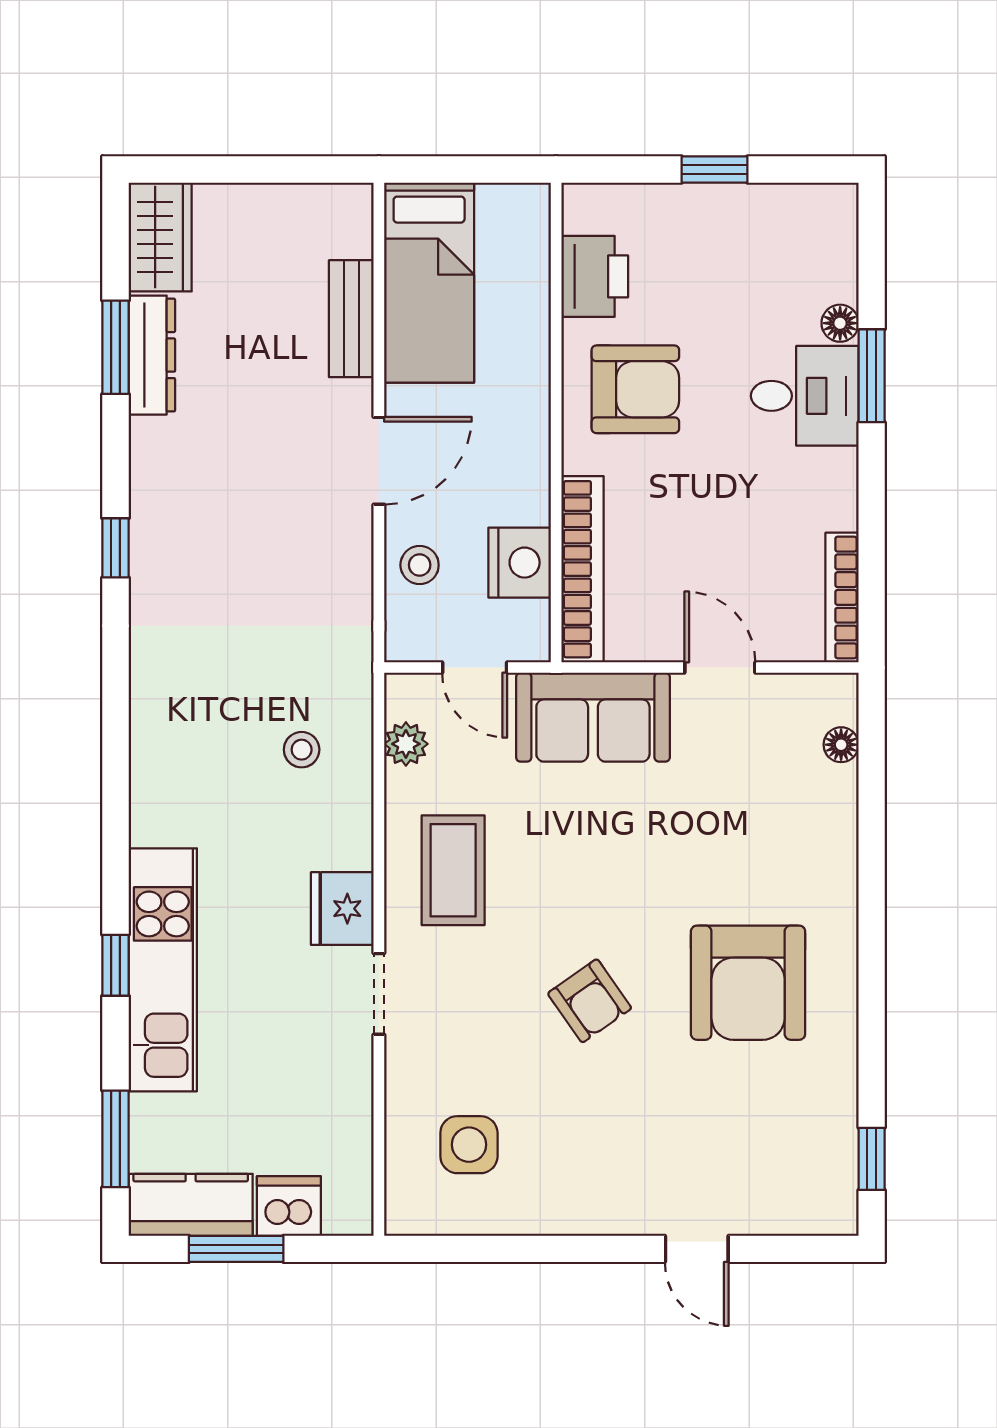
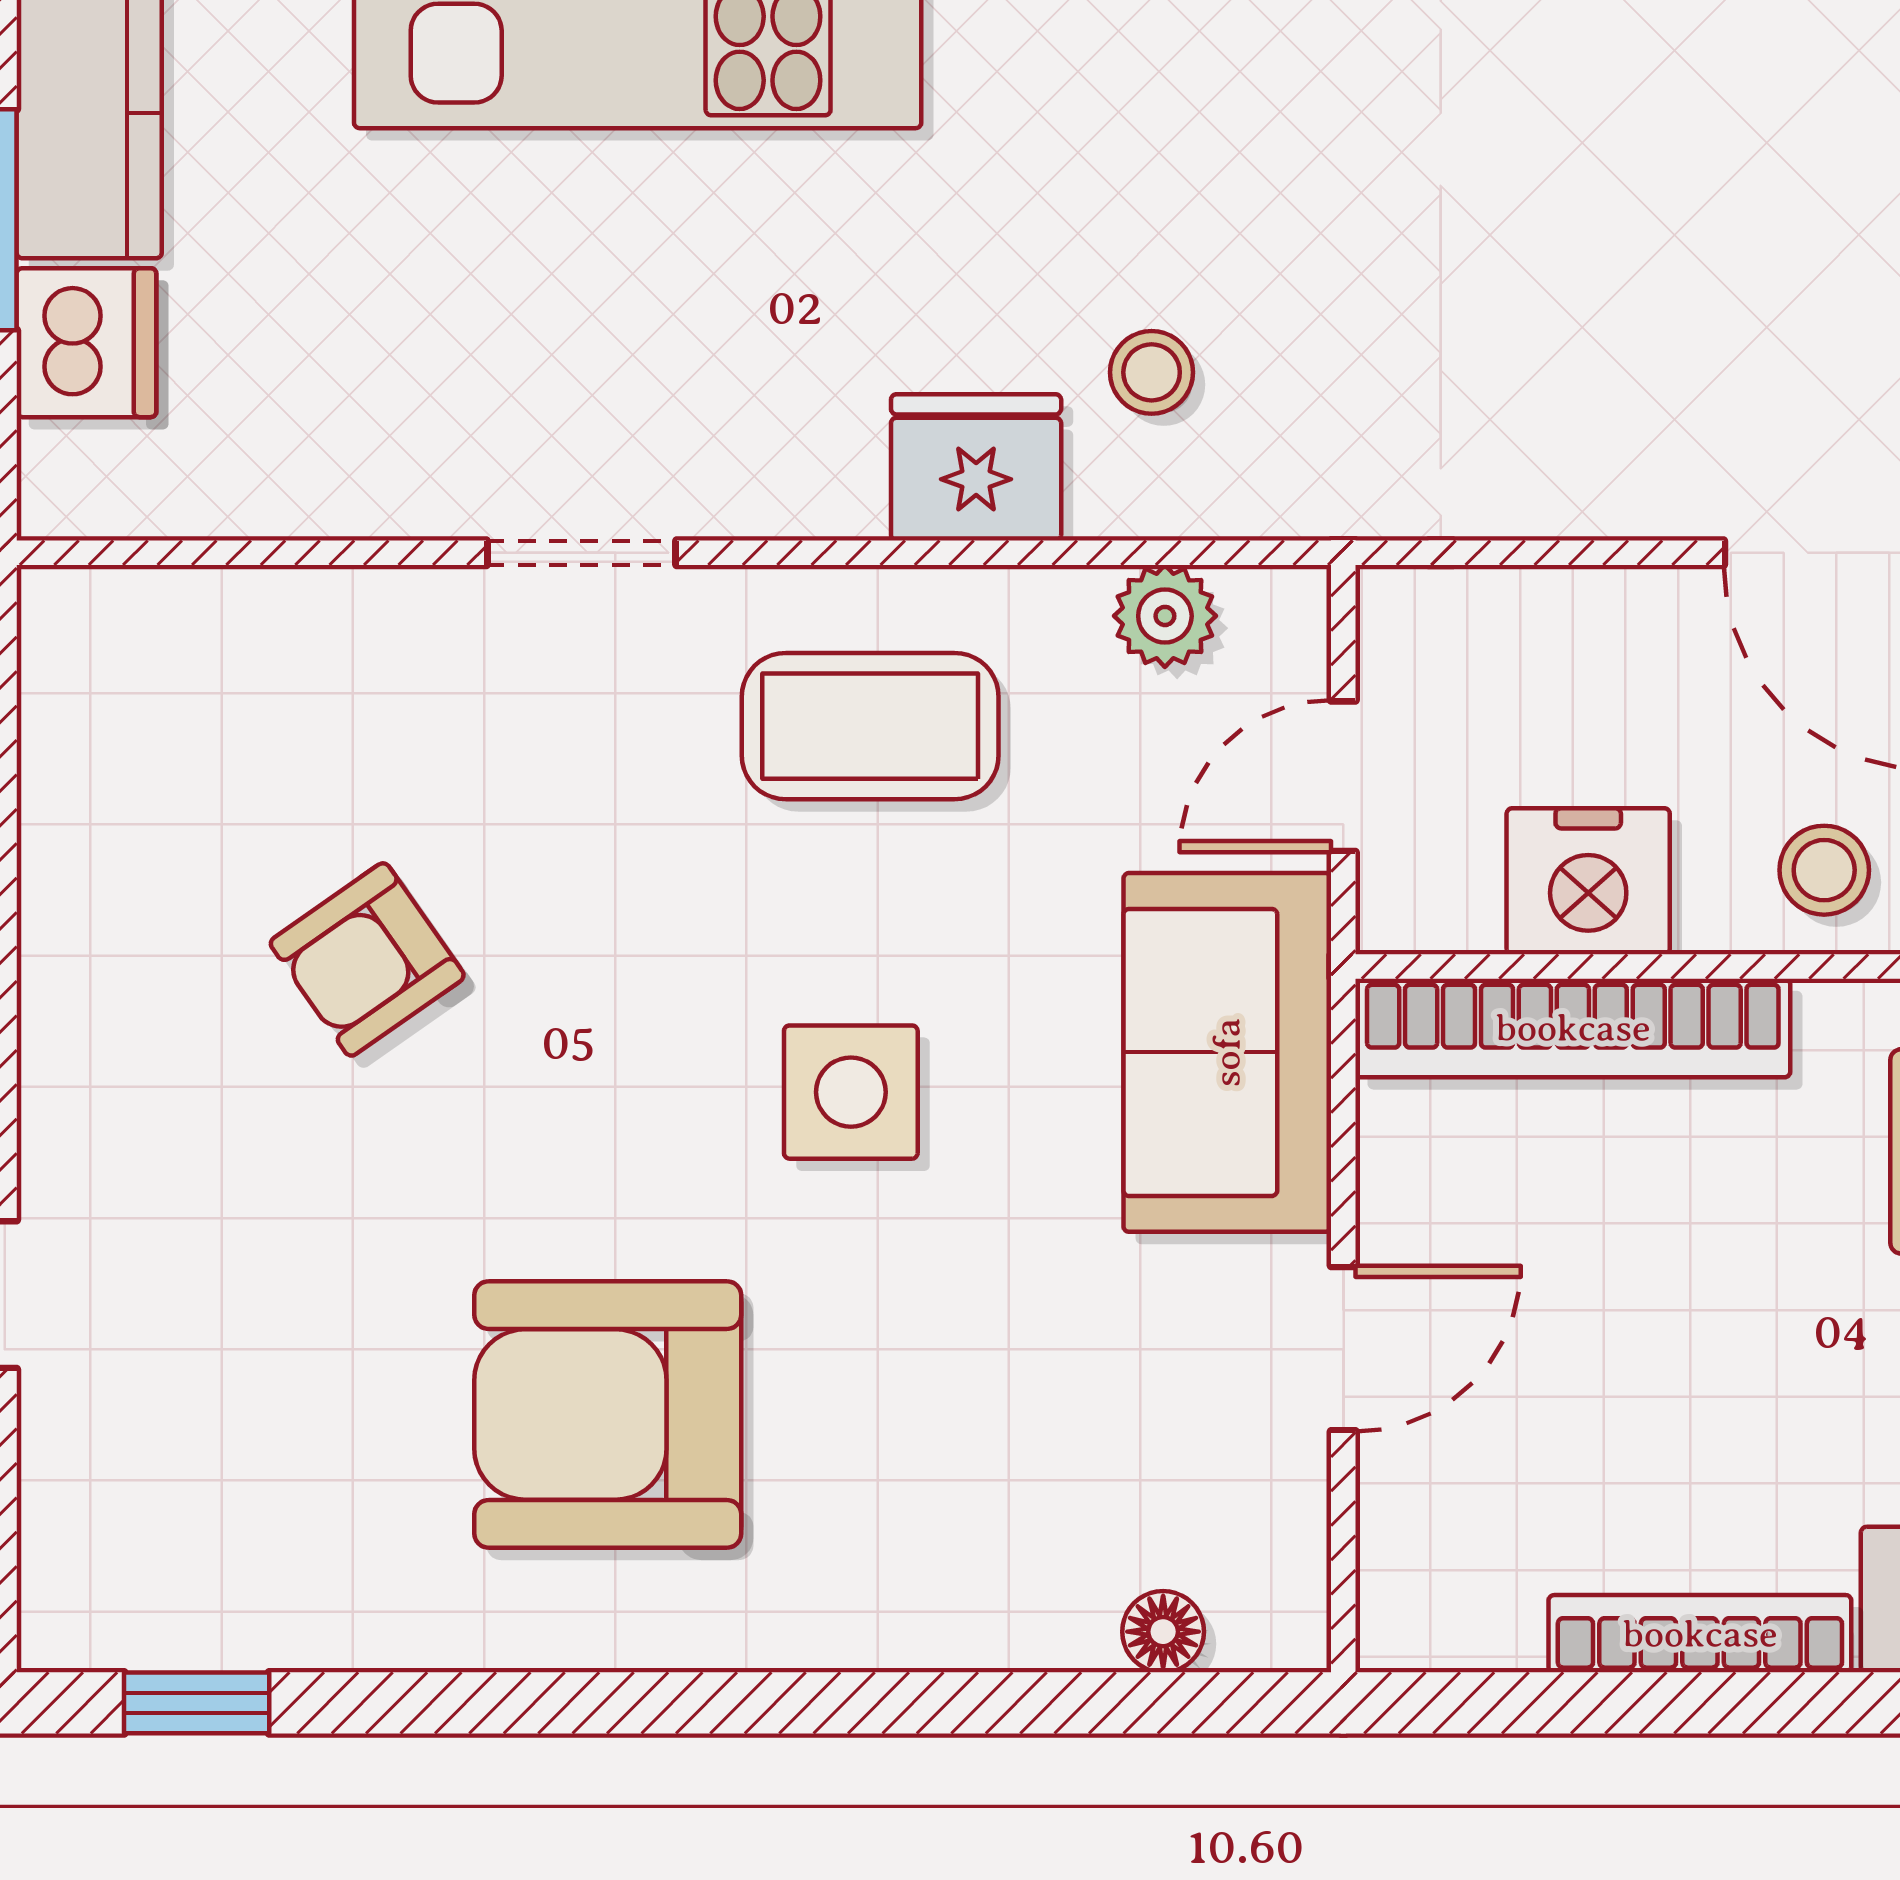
stool: (420, 565) -> (1824, 870), moved
bookcase: (842, 597) -> (1700, 1634), moved
fridge: (342, 909) -> (976, 467), moved
armchair: (590, 1001) -> (367, 959), moved
side table: (469, 1145) -> (851, 1092), moved

